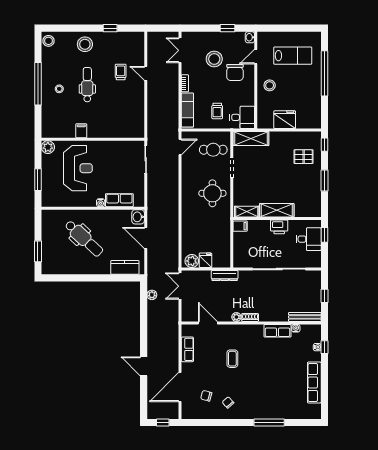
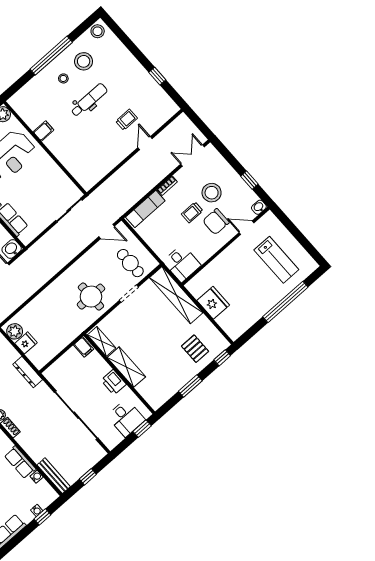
stool: (85, 44) -> (84, 61), moved
stool: (270, 85) -> (232, 263), removed
trolley: (217, 111) -> (192, 212), moved
shelving: (251, 139) -> (176, 295), width x1.47

